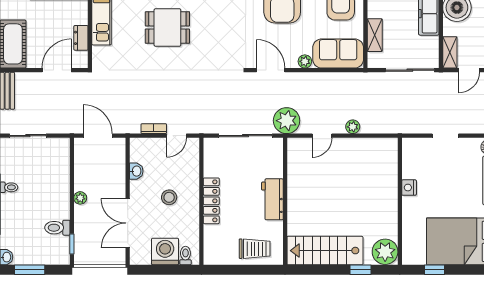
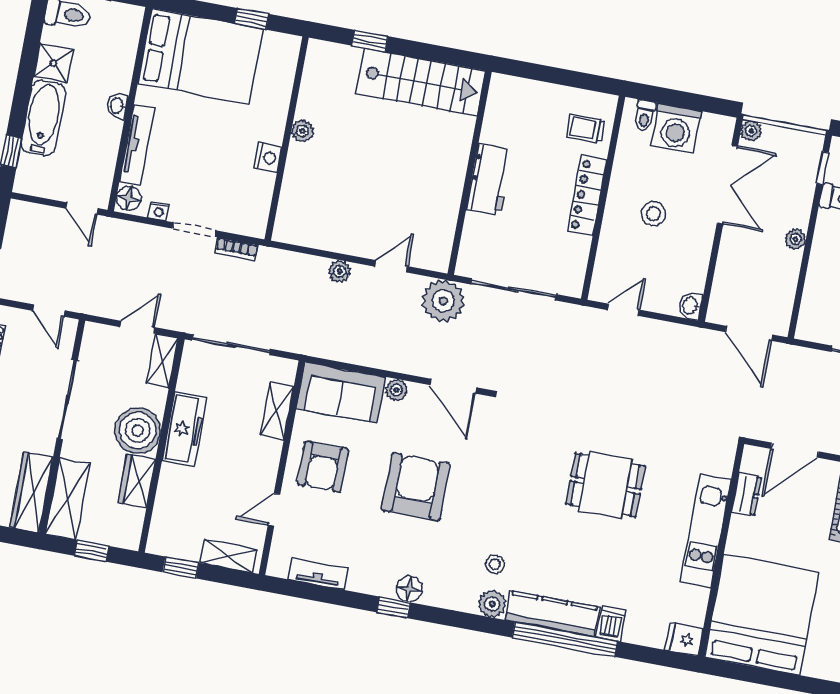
bookcase: (154, 129) -> (236, 249), moved
nightstand: (469, 143) -> (159, 211), added
washbasin: (136, 171) -> (690, 306), moved
trolley: (255, 249) -> (585, 129), moved, width x0.73, depth x0.72
plant: (385, 252) -> (303, 131), moved, width x0.53, depth x0.53
plant: (119, 258) -> (751, 131), added

